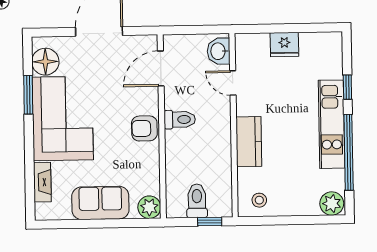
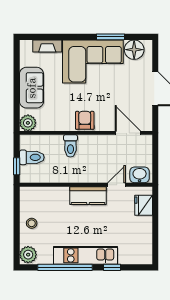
fridge: (284, 44) -> (144, 205), moved
toilet: (180, 120) -> (70, 146), moved
kitchen counter: (249, 142) -> (88, 196), moved
stool: (259, 200) -> (32, 223), moved

